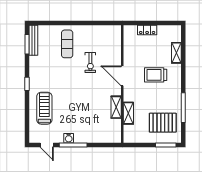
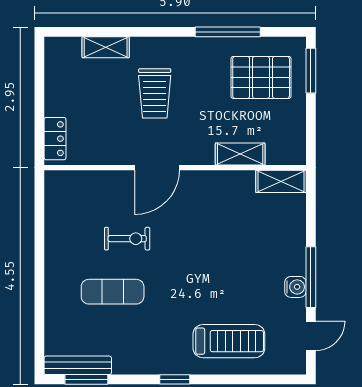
locker: (147, 30) -> (55, 139), moved
exercise mat: (67, 44) -> (113, 292), moved
shelving: (116, 107) -> (281, 181), moved
treadmill: (44, 108) -> (229, 341), turned 180
pallet: (163, 123) -> (261, 77), turned 90

